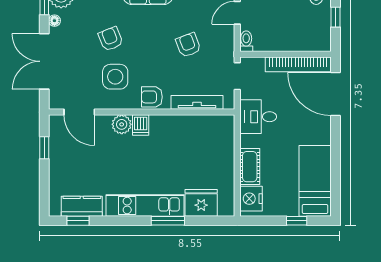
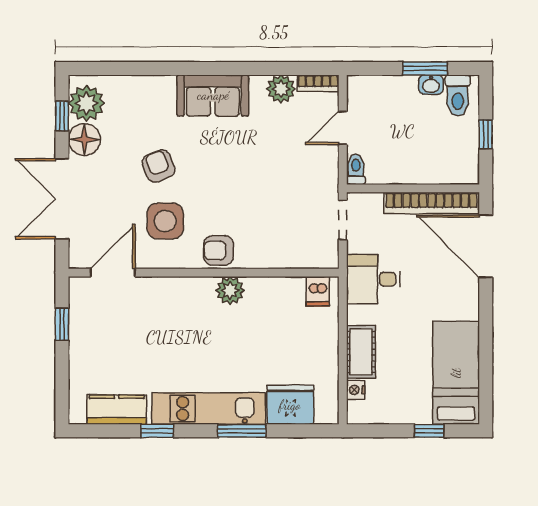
floor lamp: (54, 21) -> (84, 139), width x1.89, depth x1.89
armchair: (188, 45) -> (272, 175), removed
tv unit: (197, 102) -> (284, 259), removed
door: (79, 112) -> (113, 273), swing flipped
plant: (122, 124) -> (230, 290), moved
dishwasher: (141, 125) -> (318, 291), moved
nightstand: (251, 199) -> (356, 390), width x0.53, depth x0.56
window: (78, 221) -> (157, 431), moved

